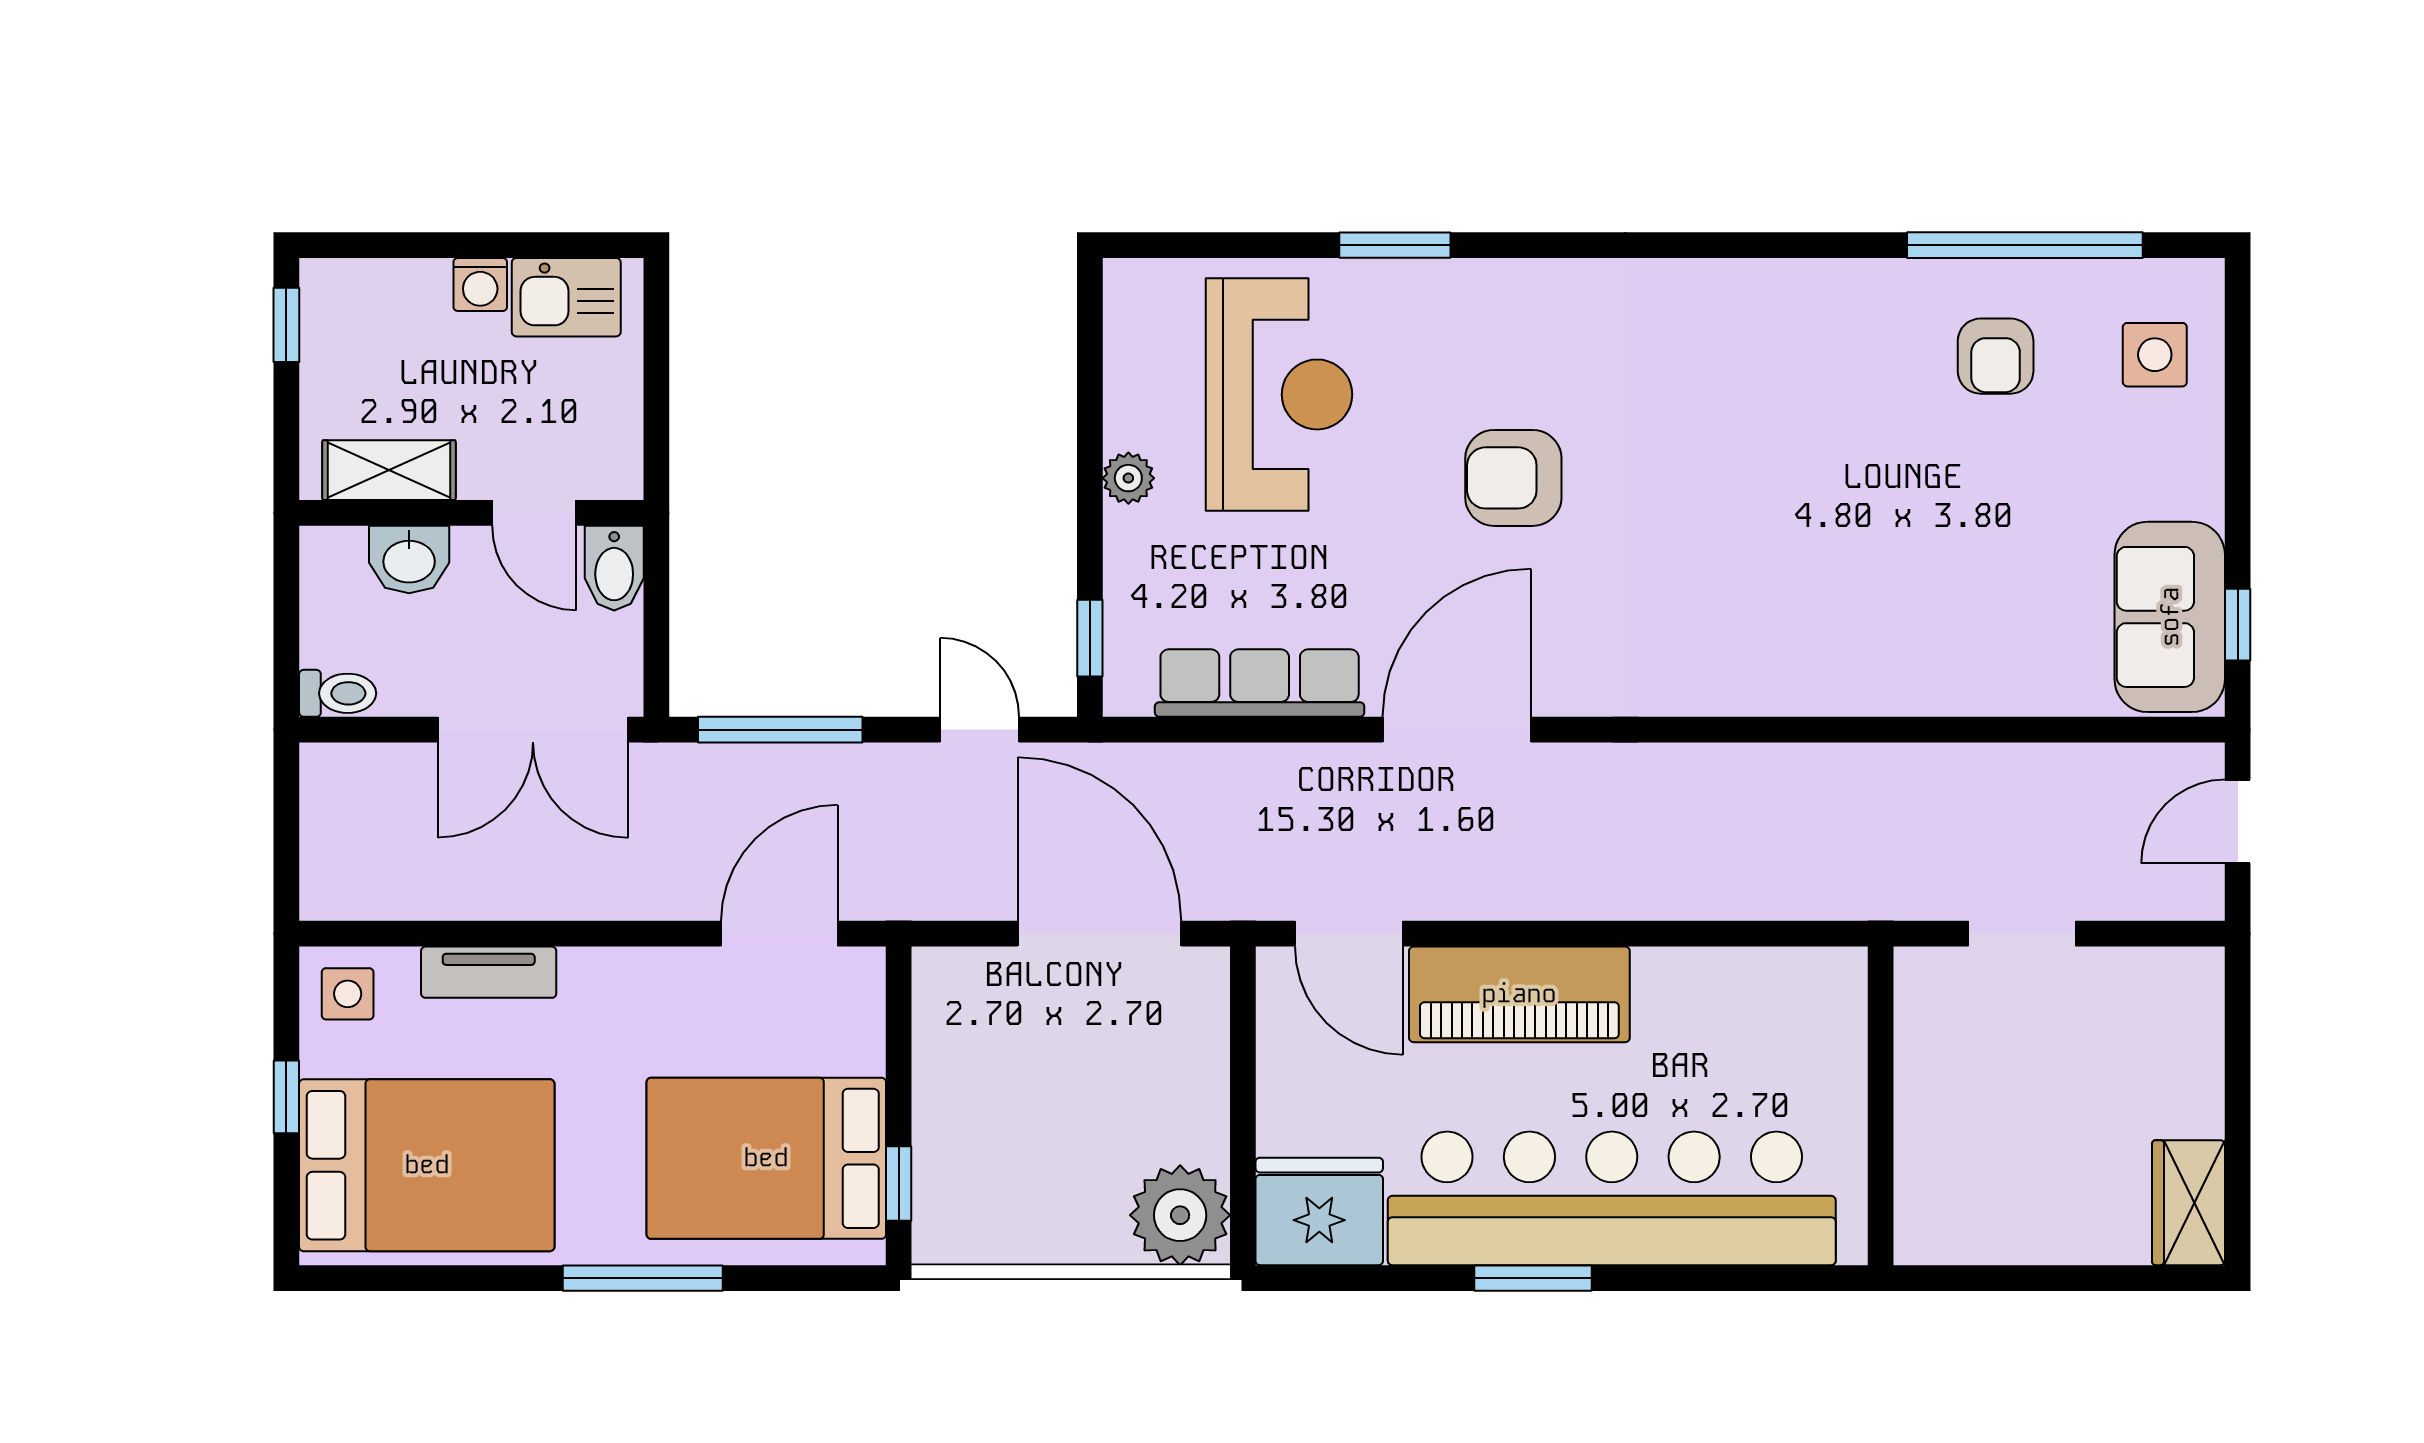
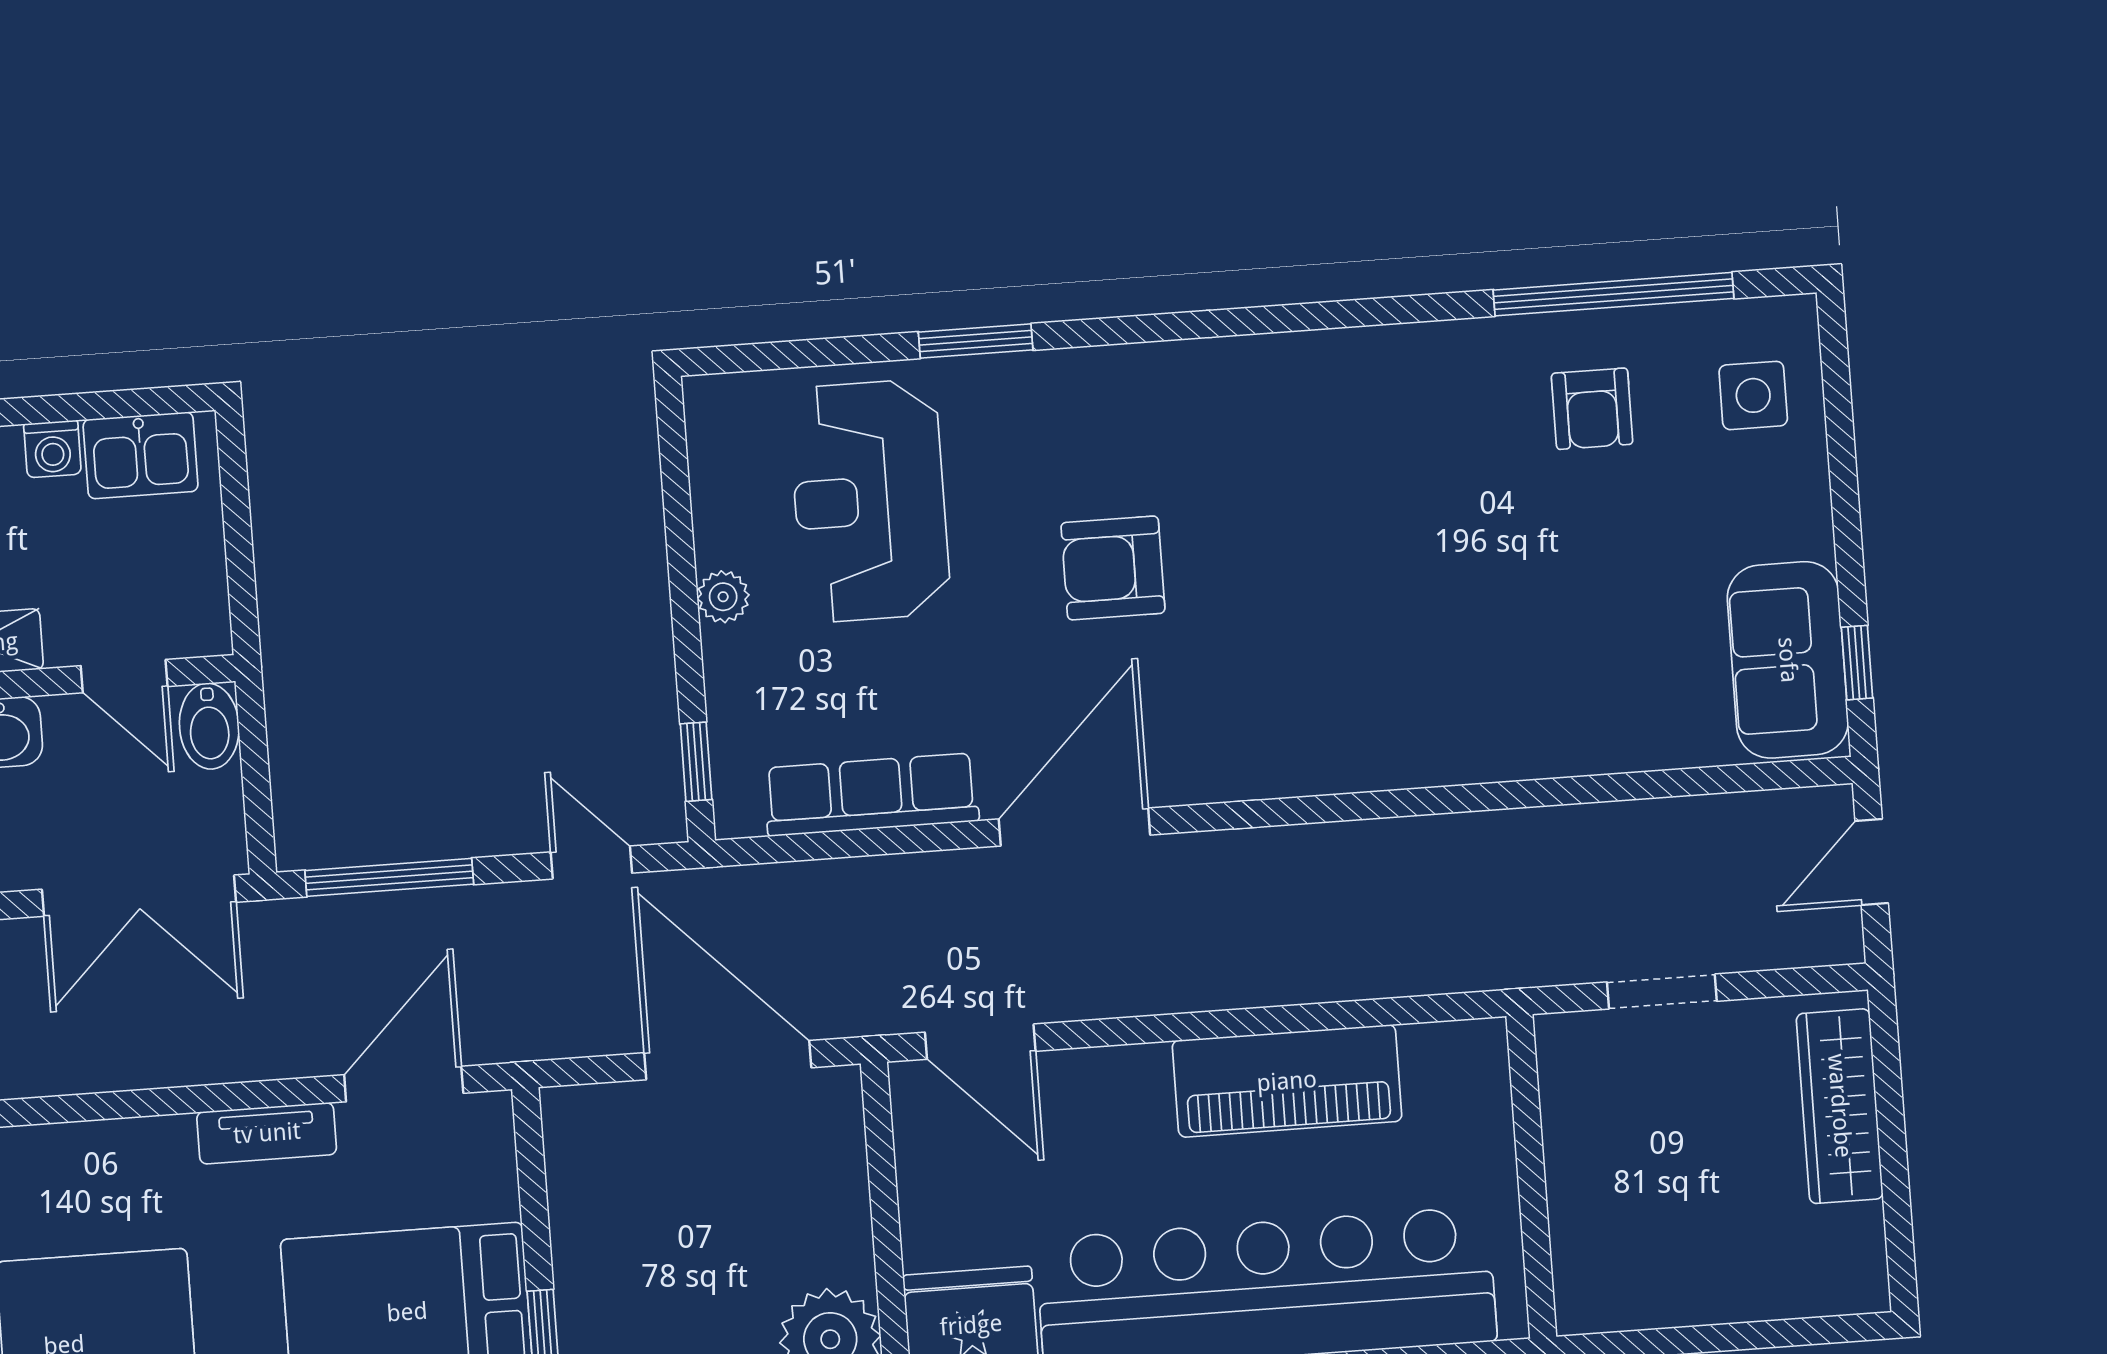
reception desk: (1279, 394) -> (869, 501), turned 180
tv unit: (489, 972) -> (267, 1133), moved
piano: (1519, 994) -> (1287, 1081), moved
wardrobe: (2188, 1203) -> (1840, 1106), moved, width x1.50

